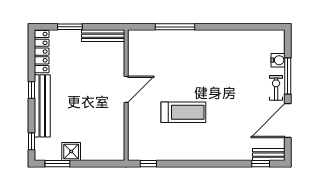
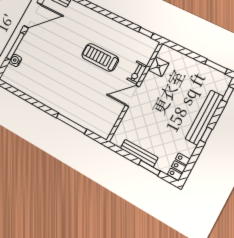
bench: (103, 36) -> (139, 153), moved
locker: (42, 52) -> (179, 167), width x0.66
exercise bike: (276, 88) -> (136, 73), moved
shower: (71, 152) -> (158, 67), moved

